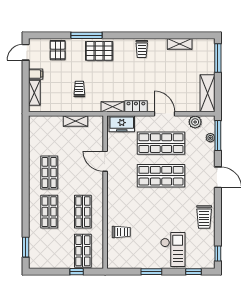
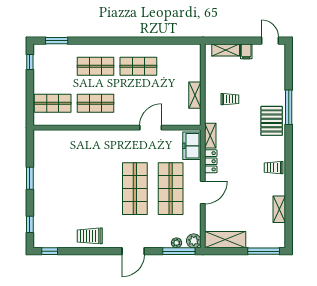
pallet: (58, 50) -> (273, 75), removed
plant: (195, 122) -> (194, 241), moved
trolley: (121, 232) -> (73, 145), removed
checkout: (173, 249) -> (54, 202), removed
window: (77, 272) -> (30, 62), moved

